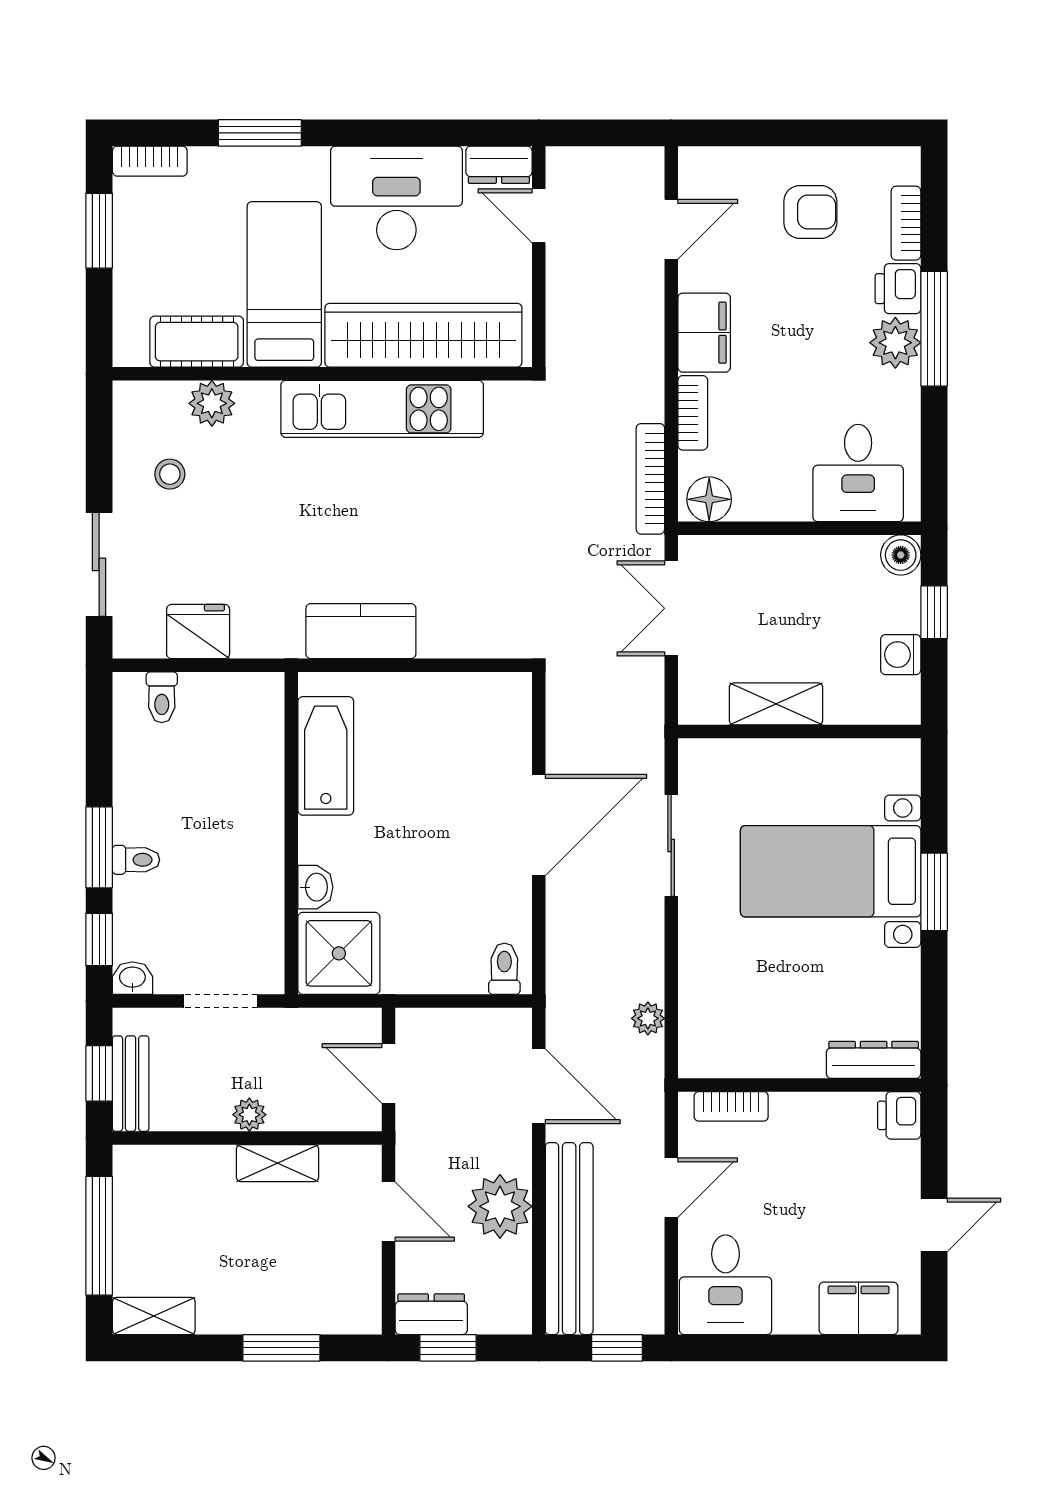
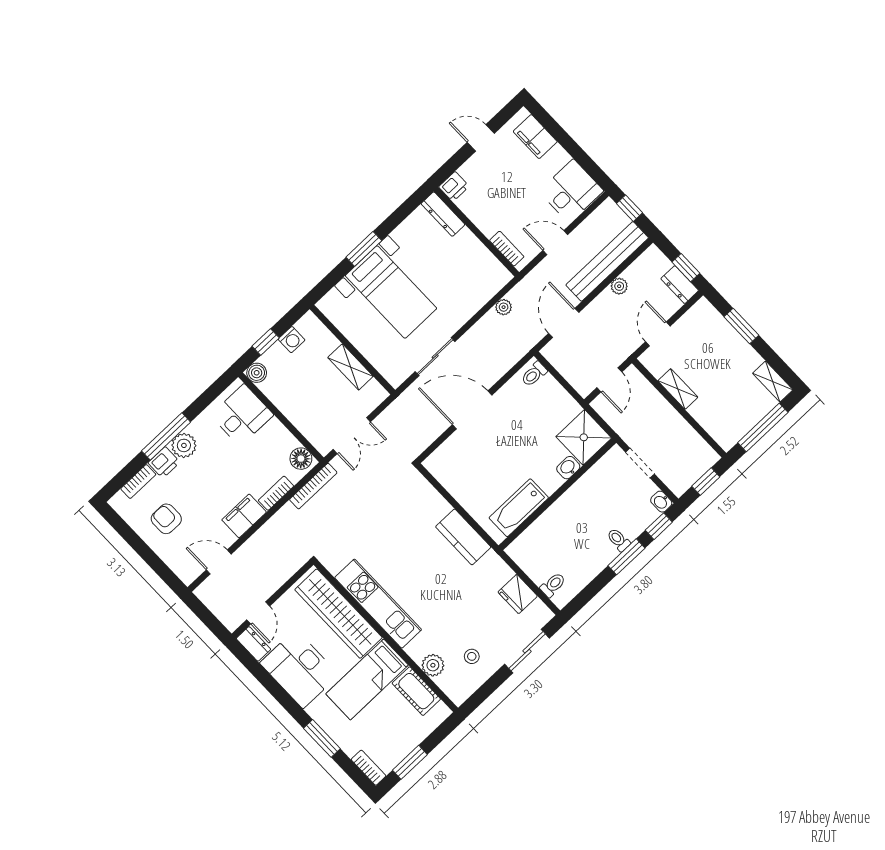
bench: (131, 1084) -> (699, 467), removed
plant: (249, 1115) -> (670, 415), removed
plant: (500, 1206) -> (619, 286), width x0.53, depth x0.53

